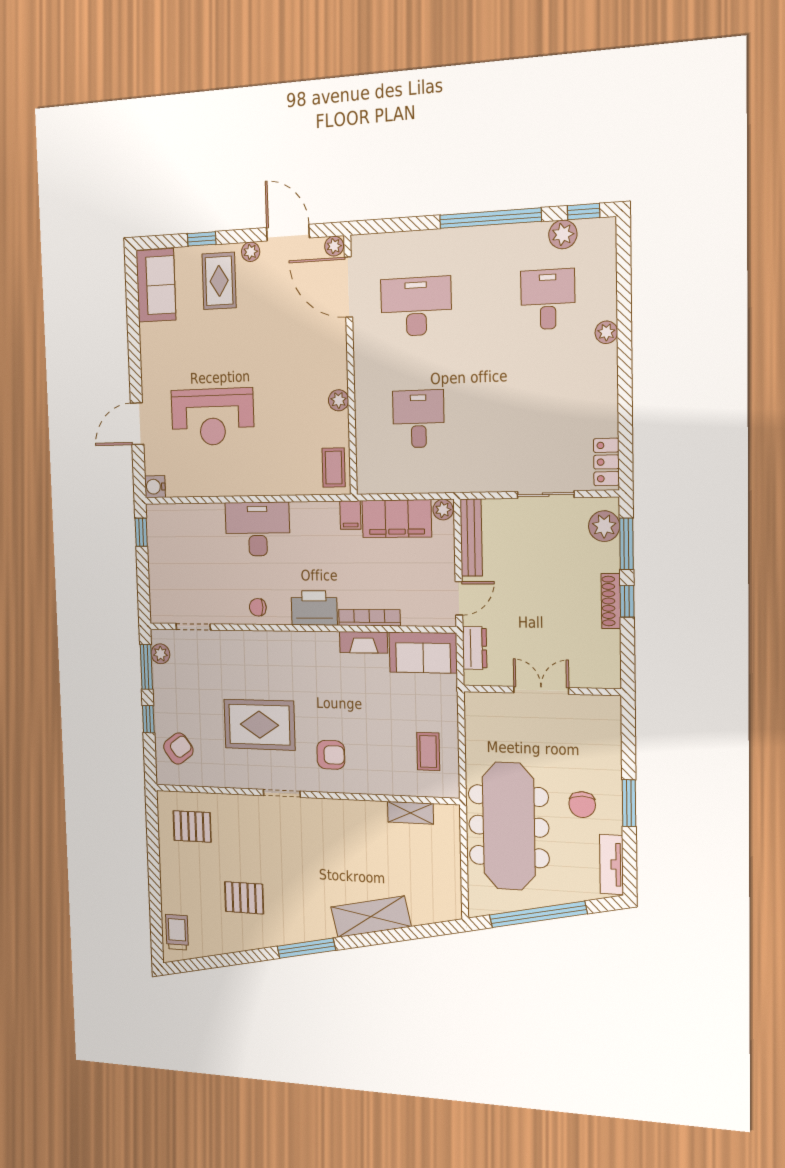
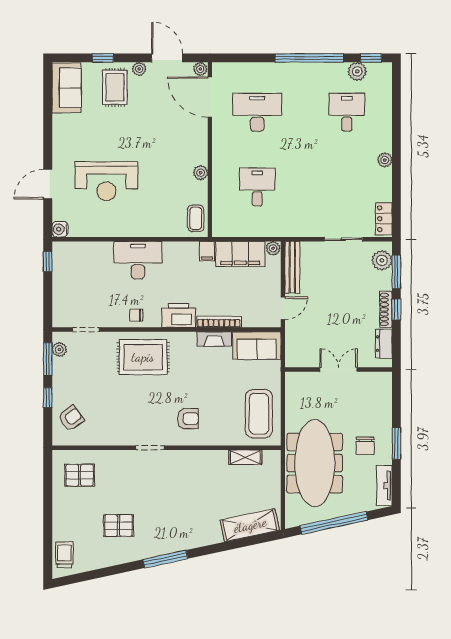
plant: (606, 332) -> (385, 160), moved
dresser: (475, 648) -> (384, 344), moved, turned 180
rug: (259, 725) -> (143, 357), moved
coffee table: (428, 751) -> (259, 414), width x1.86, depth x1.72
shelving: (371, 917) -> (250, 525), moved

